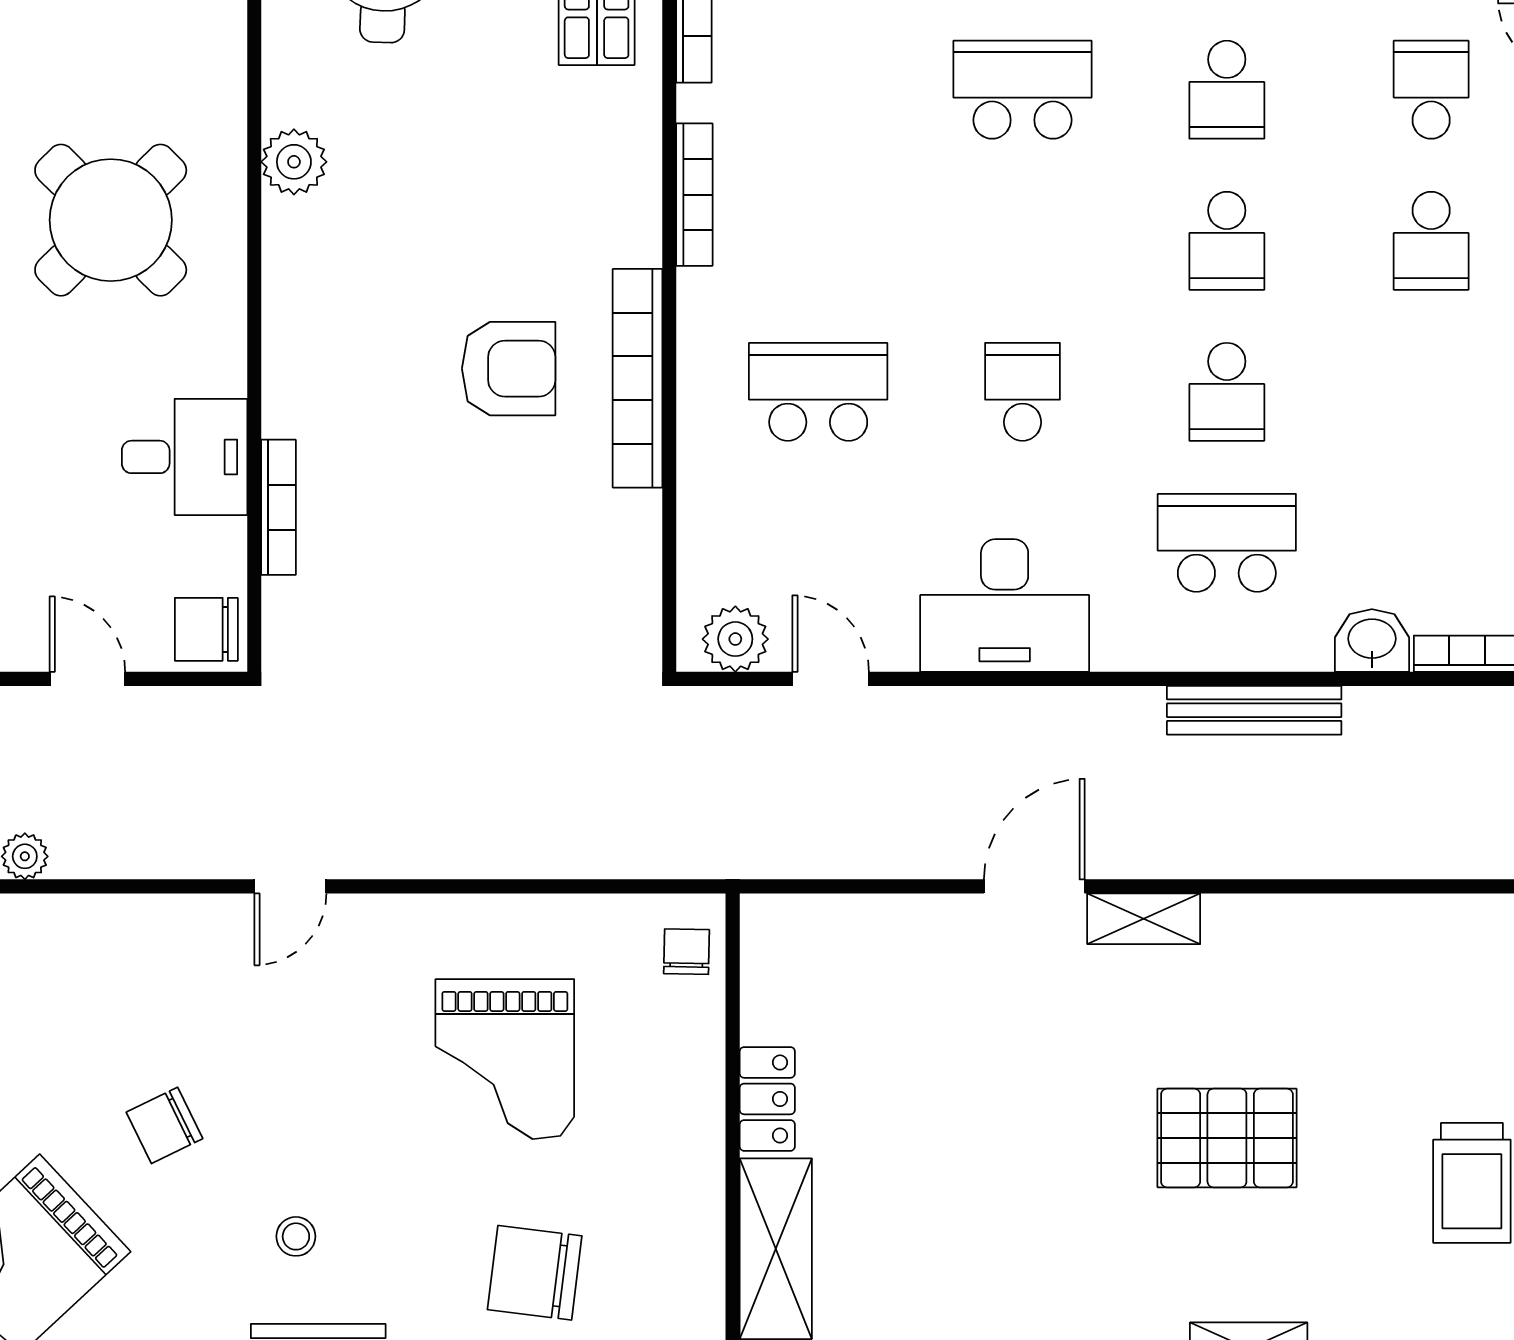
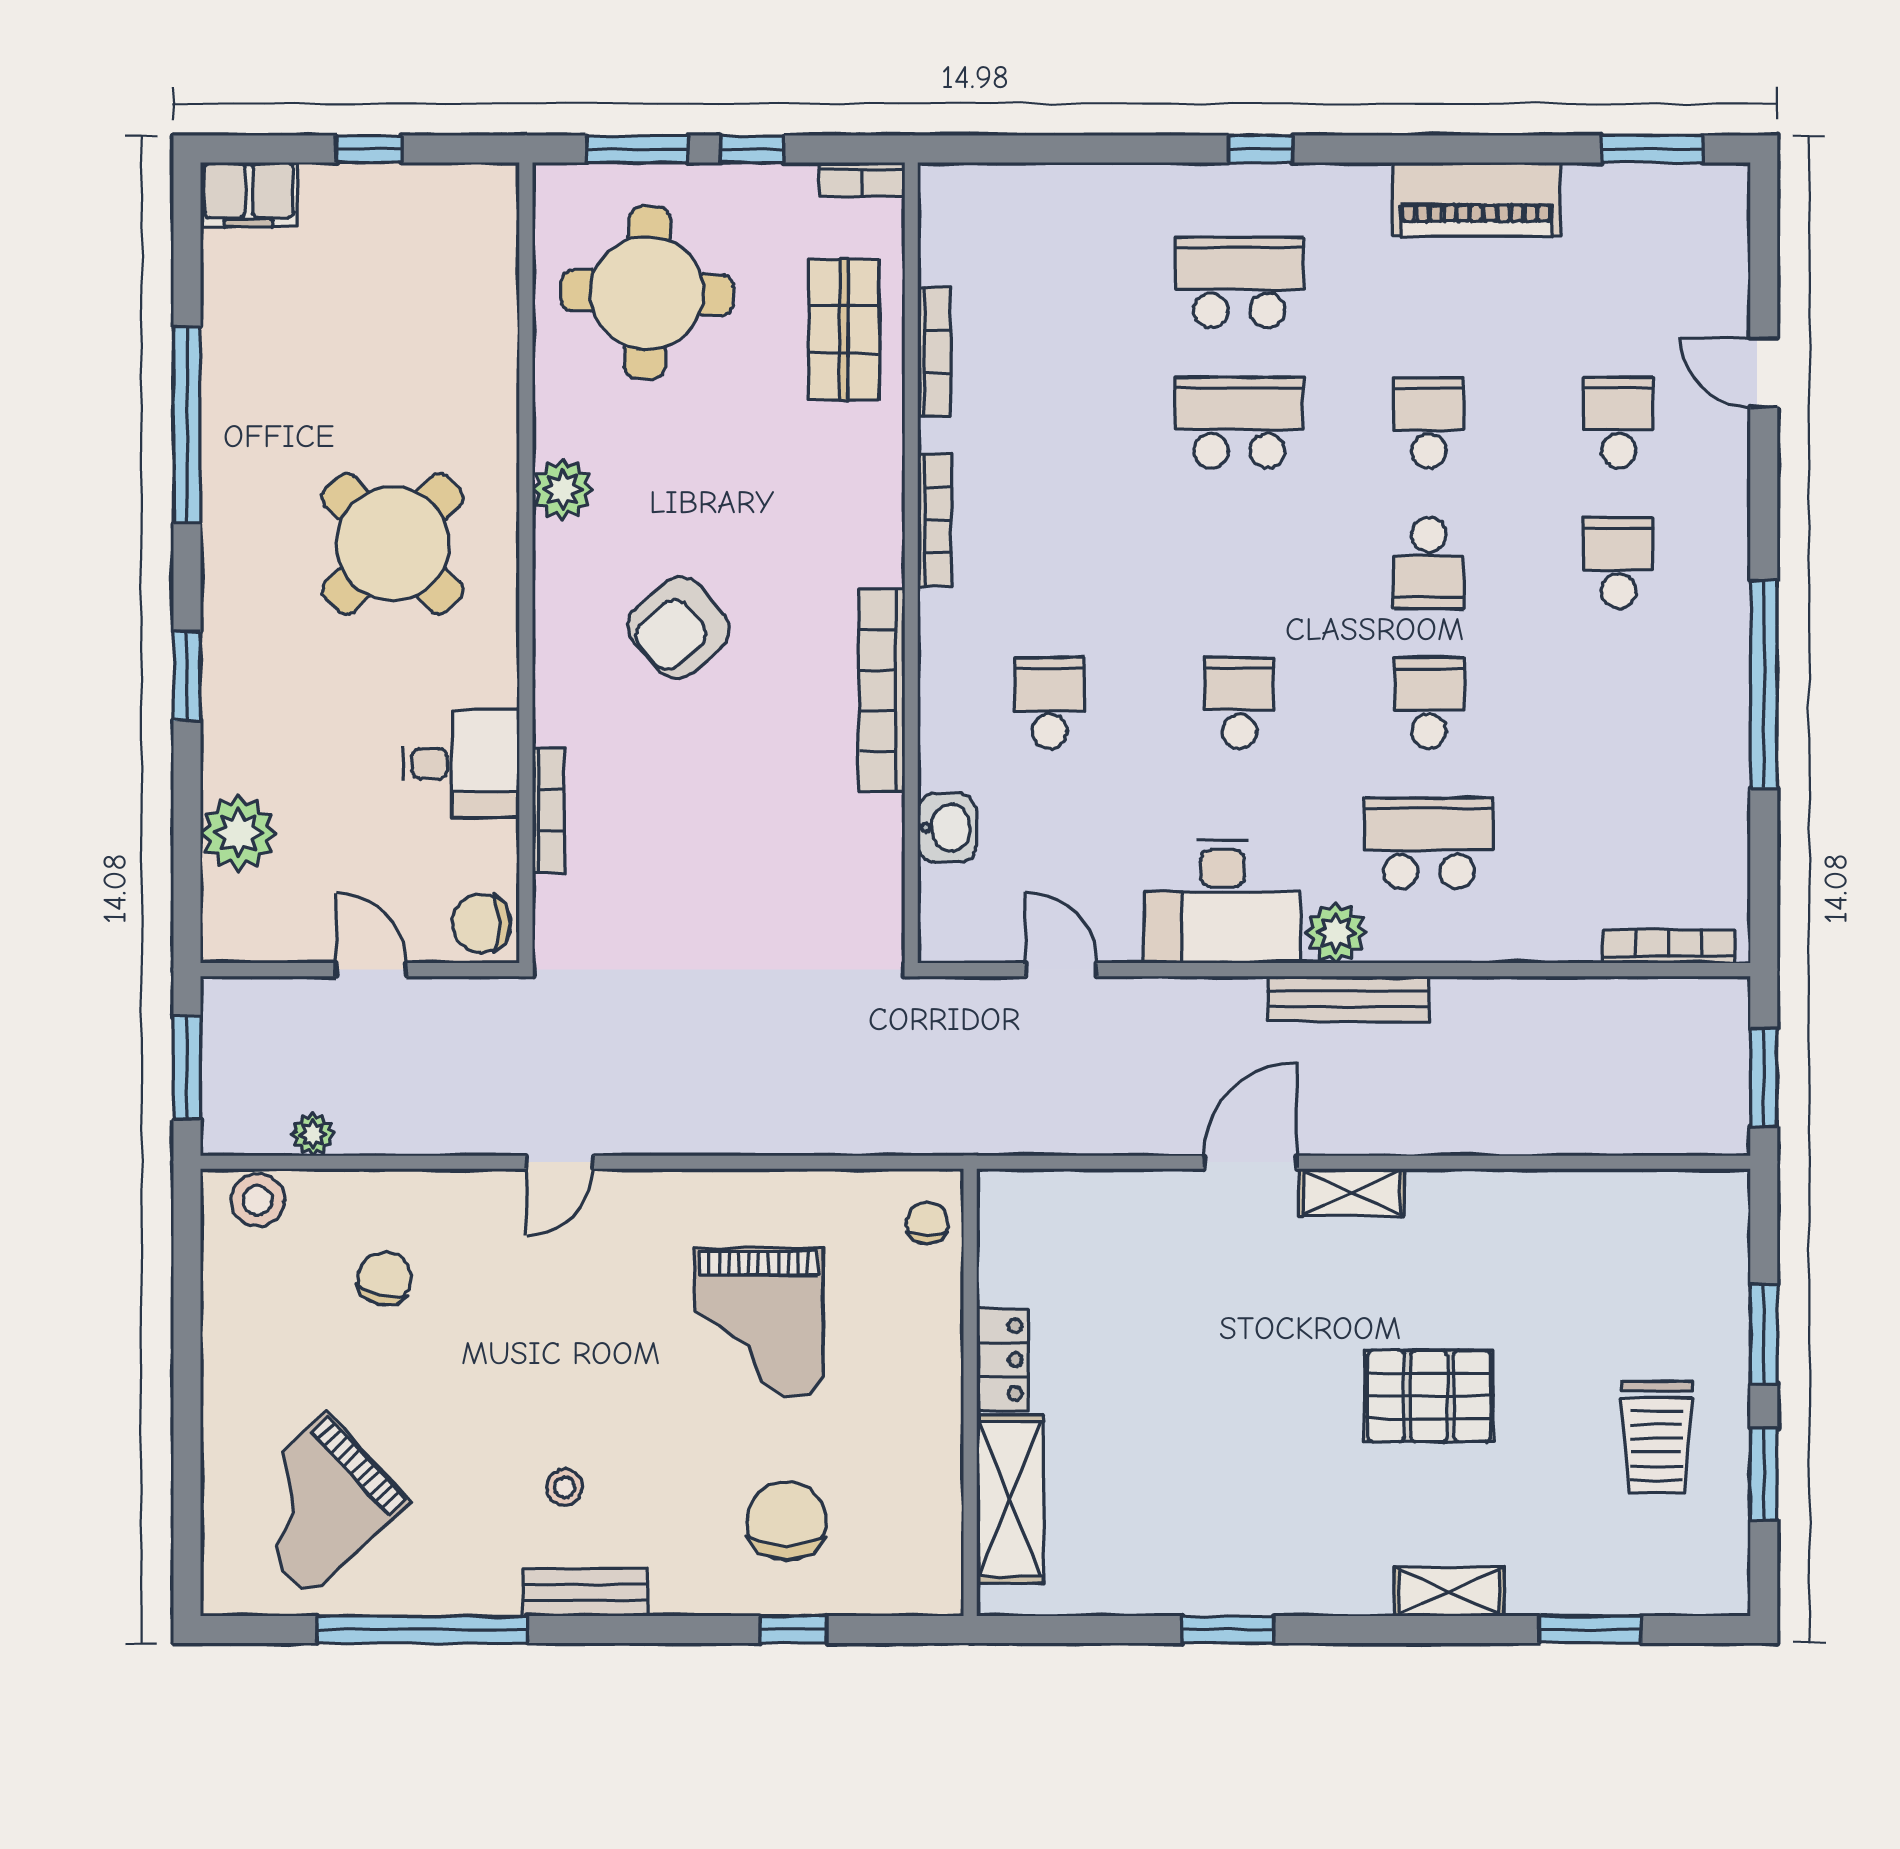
school desk: (1227, 90) -> (1429, 423), turned 180
school desk: (1431, 241) -> (1619, 563), turned 180
armchair: (509, 369) -> (679, 628), moved, turned 139
school desk: (818, 392) -> (1049, 703), width x0.54
school desk: (1227, 392) -> (1429, 703), turned 180
plant: (735, 639) -> (1336, 933), moved
washbasin: (1372, 641) -> (947, 828), moved, turned 90
bench: (1254, 710) -> (1348, 999), moved
chair: (165, 1125) -> (384, 1279), moved, turned 130
chair: (535, 1273) -> (786, 1521), turned 83

